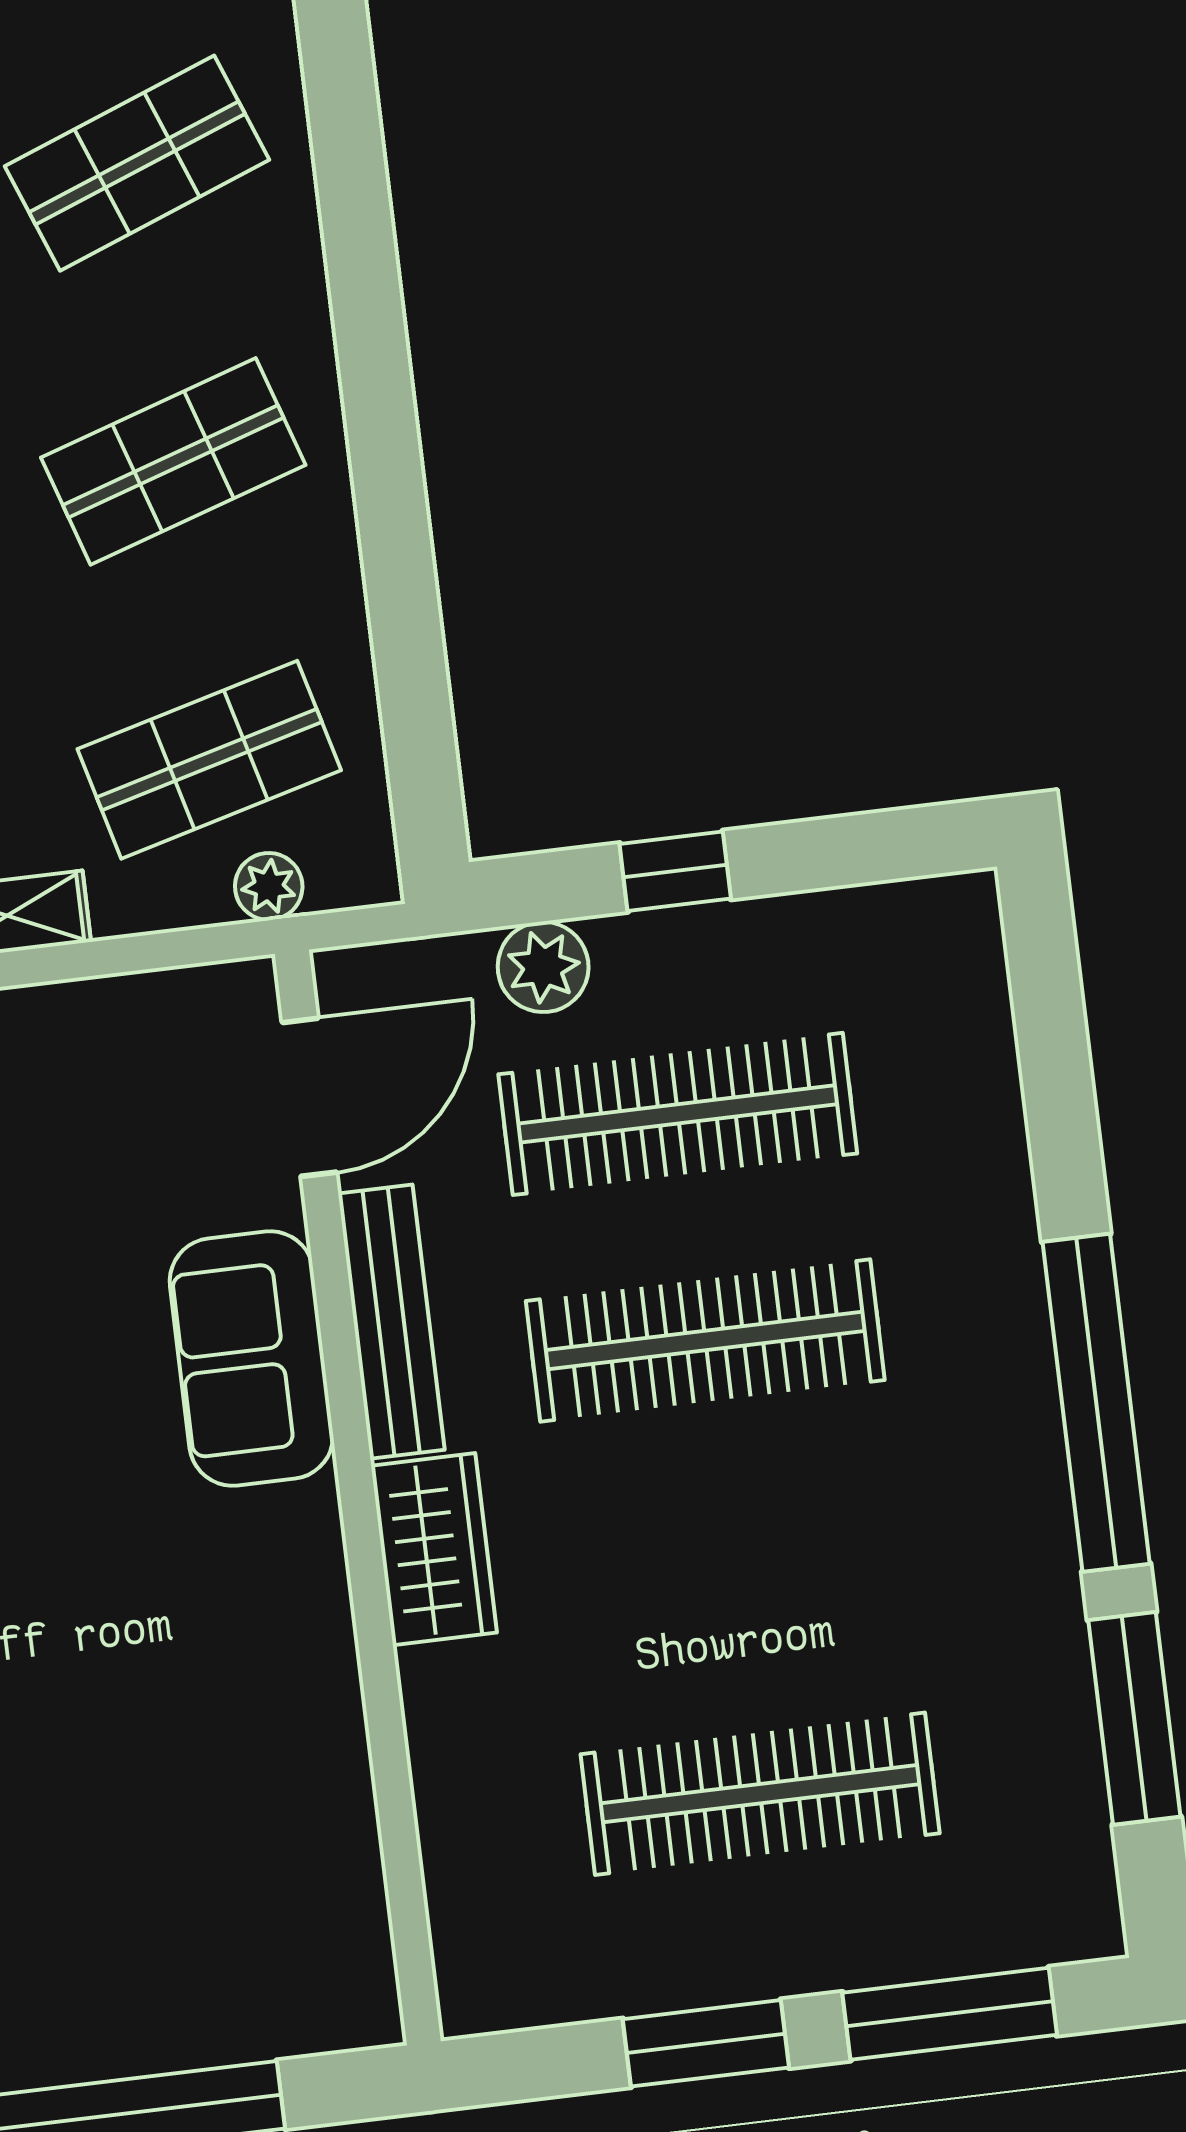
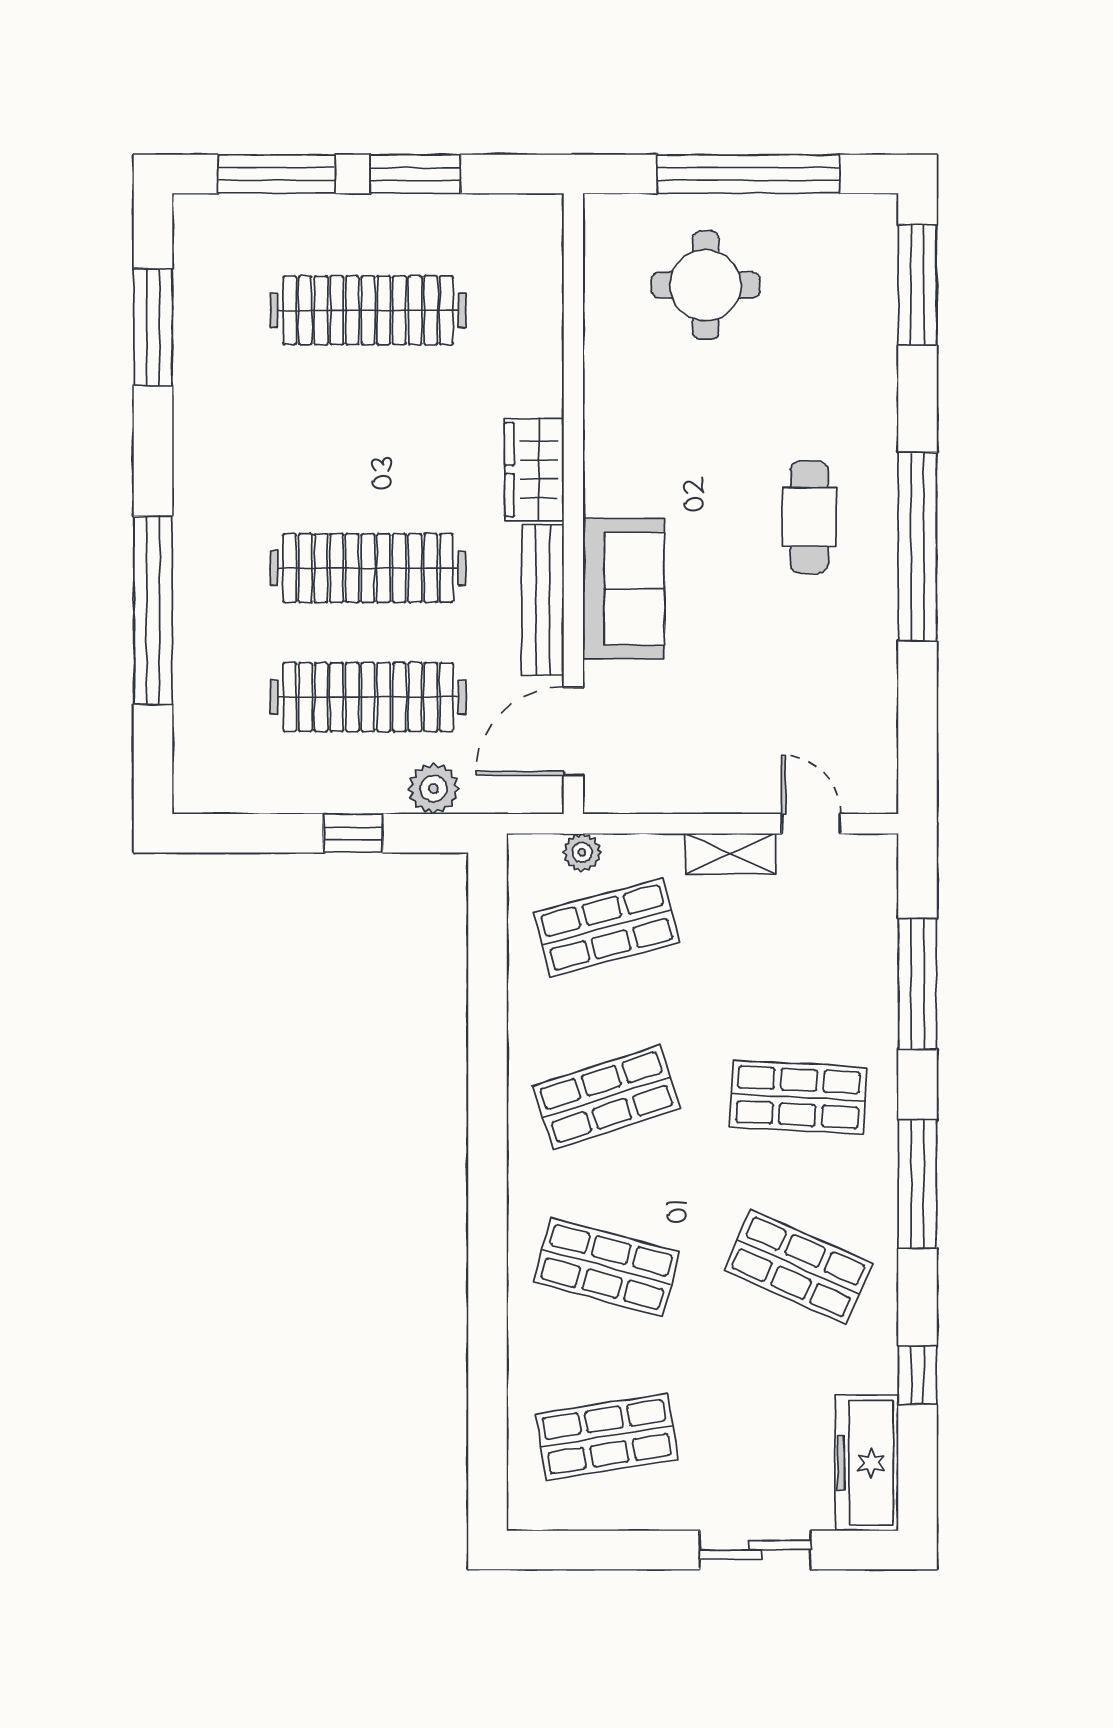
shop shelf: (137, 163) -> (607, 1267), turned 36
window: (1096, 1403) -> (153, 610), moved
round table: (172, 1910) -> (706, 285), added

